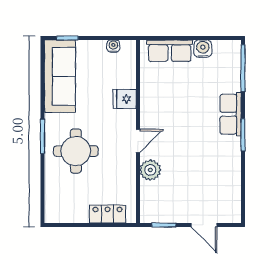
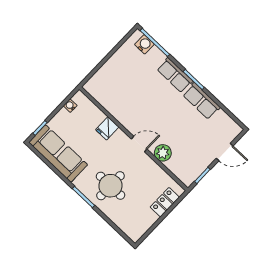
water cooler: (203, 49) -> (144, 44), moved, turned 90
row of seats: (170, 51) -> (201, 101), moved, turned 90
door: (138, 141) -> (139, 144), hinge flipped

